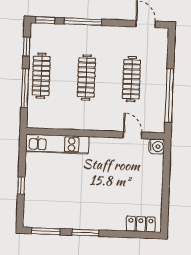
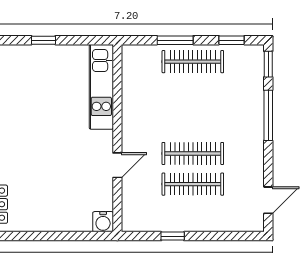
clothes rail: (86, 77) -> (193, 153), moved
window: (25, 88) -> (175, 40), width x0.69
window: (169, 96) -> (173, 236), width x0.32
door: (133, 135) -> (117, 165), moved

